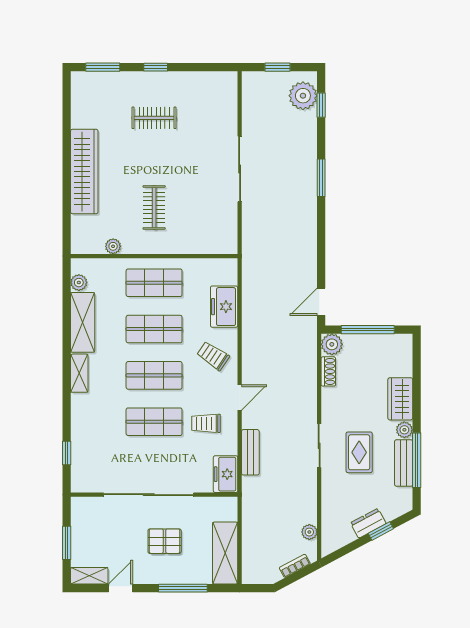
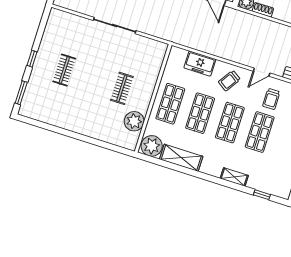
wardrobe: (84, 172) -> (85, 126), removed
clothes rail: (154, 207) -> (122, 88), turned 90
plant: (113, 246) -> (134, 121), width x1.88, depth x1.88
plant: (79, 283) -> (152, 146), width x1.88, depth x1.88
shelving: (79, 373) -> (234, 177), moved
door: (240, 397) -> (262, 72), swing flipped

